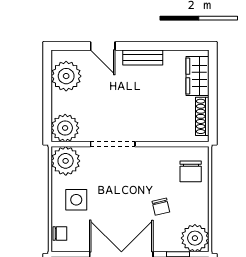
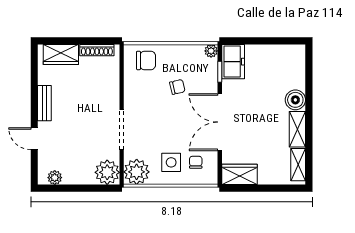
door: (103, 46) -> (34, 139), swing flipped
plant: (66, 76) -> (55, 178), width x0.53, depth x0.53
chair: (60, 233) -> (196, 162), moved
plant: (195, 238) -> (211, 51), width x0.53, depth x0.53

